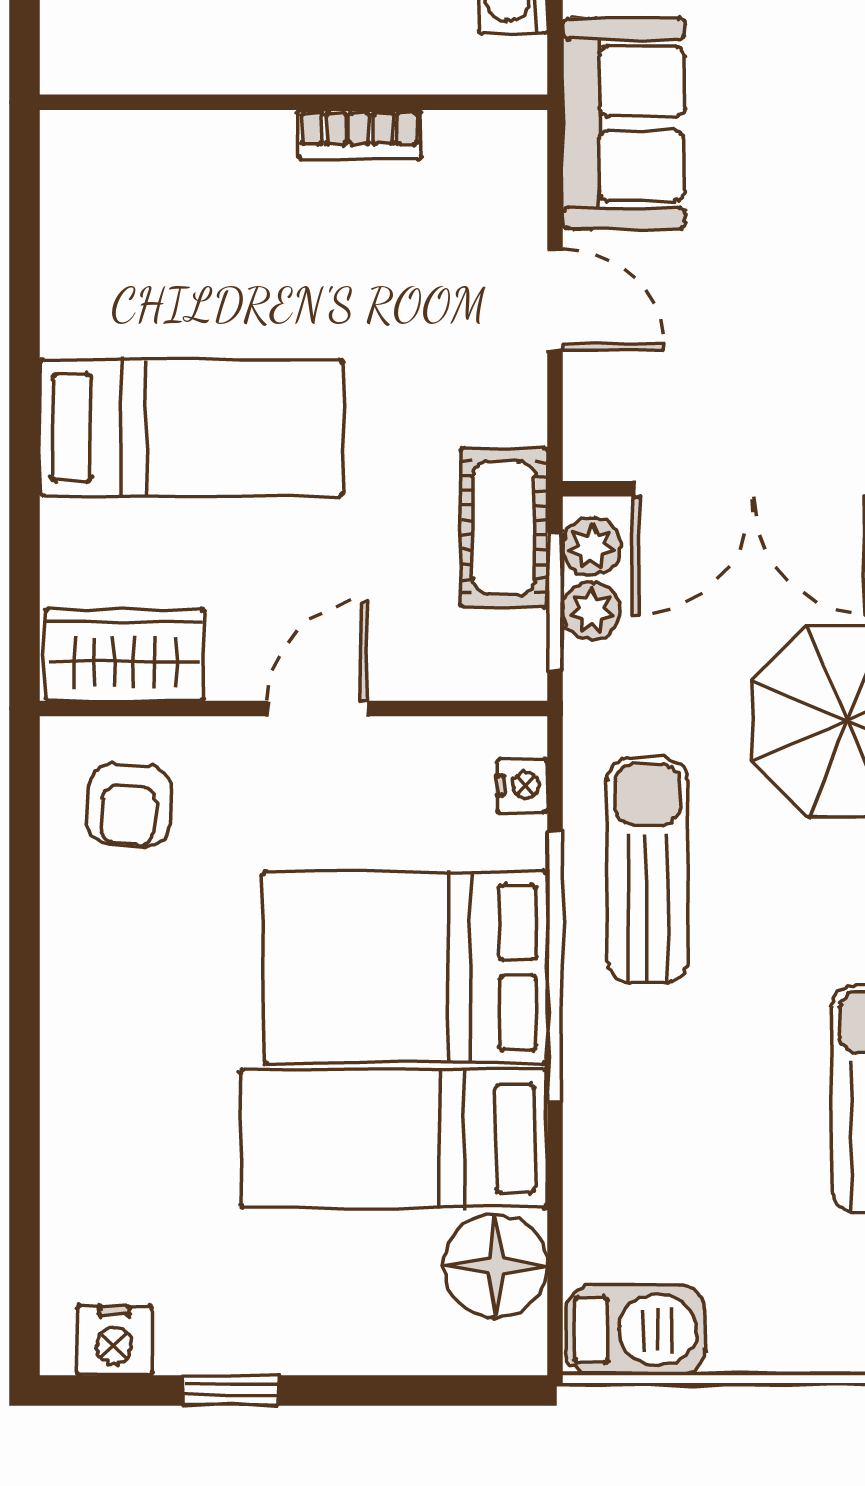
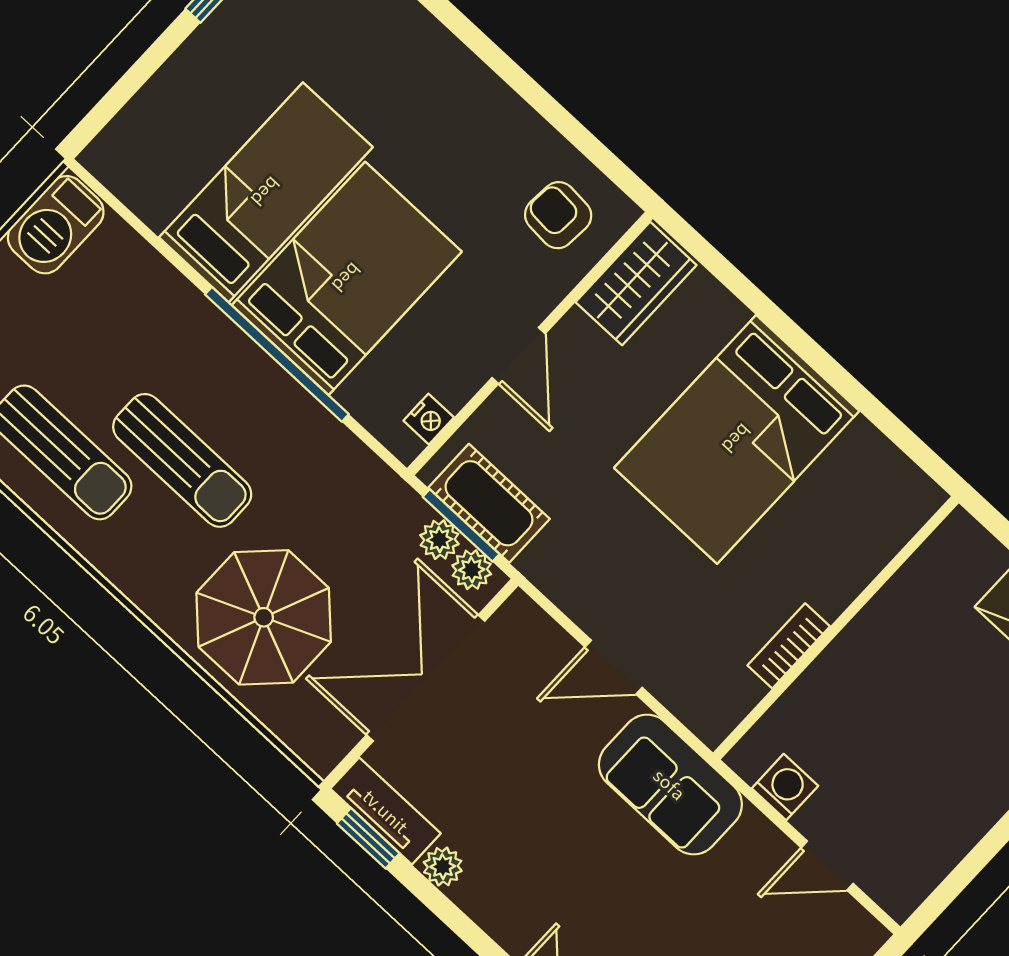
bed: (191, 428) -> (737, 439), width x1.50
cot: (504, 528) -> (489, 503), moved
nightstand: (522, 786) -> (429, 419), moved, turned -90
sun lounger: (647, 870) -> (182, 460), moved
floor lamp: (496, 1266) -> (154, 184), removed

